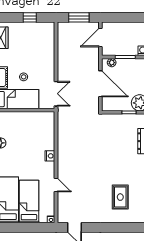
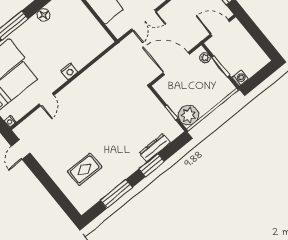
door: (100, 84) -> (176, 63), swing flipped
double door: (56, 94) -> (144, 20), moved

